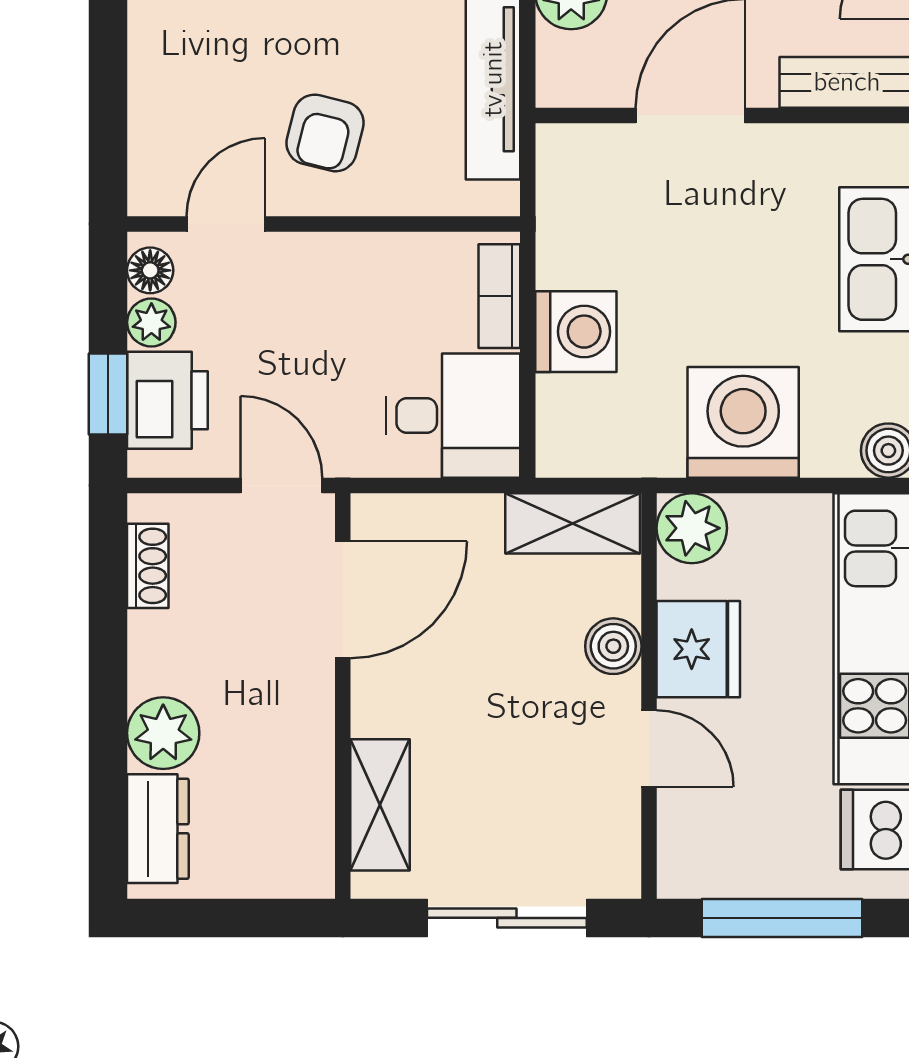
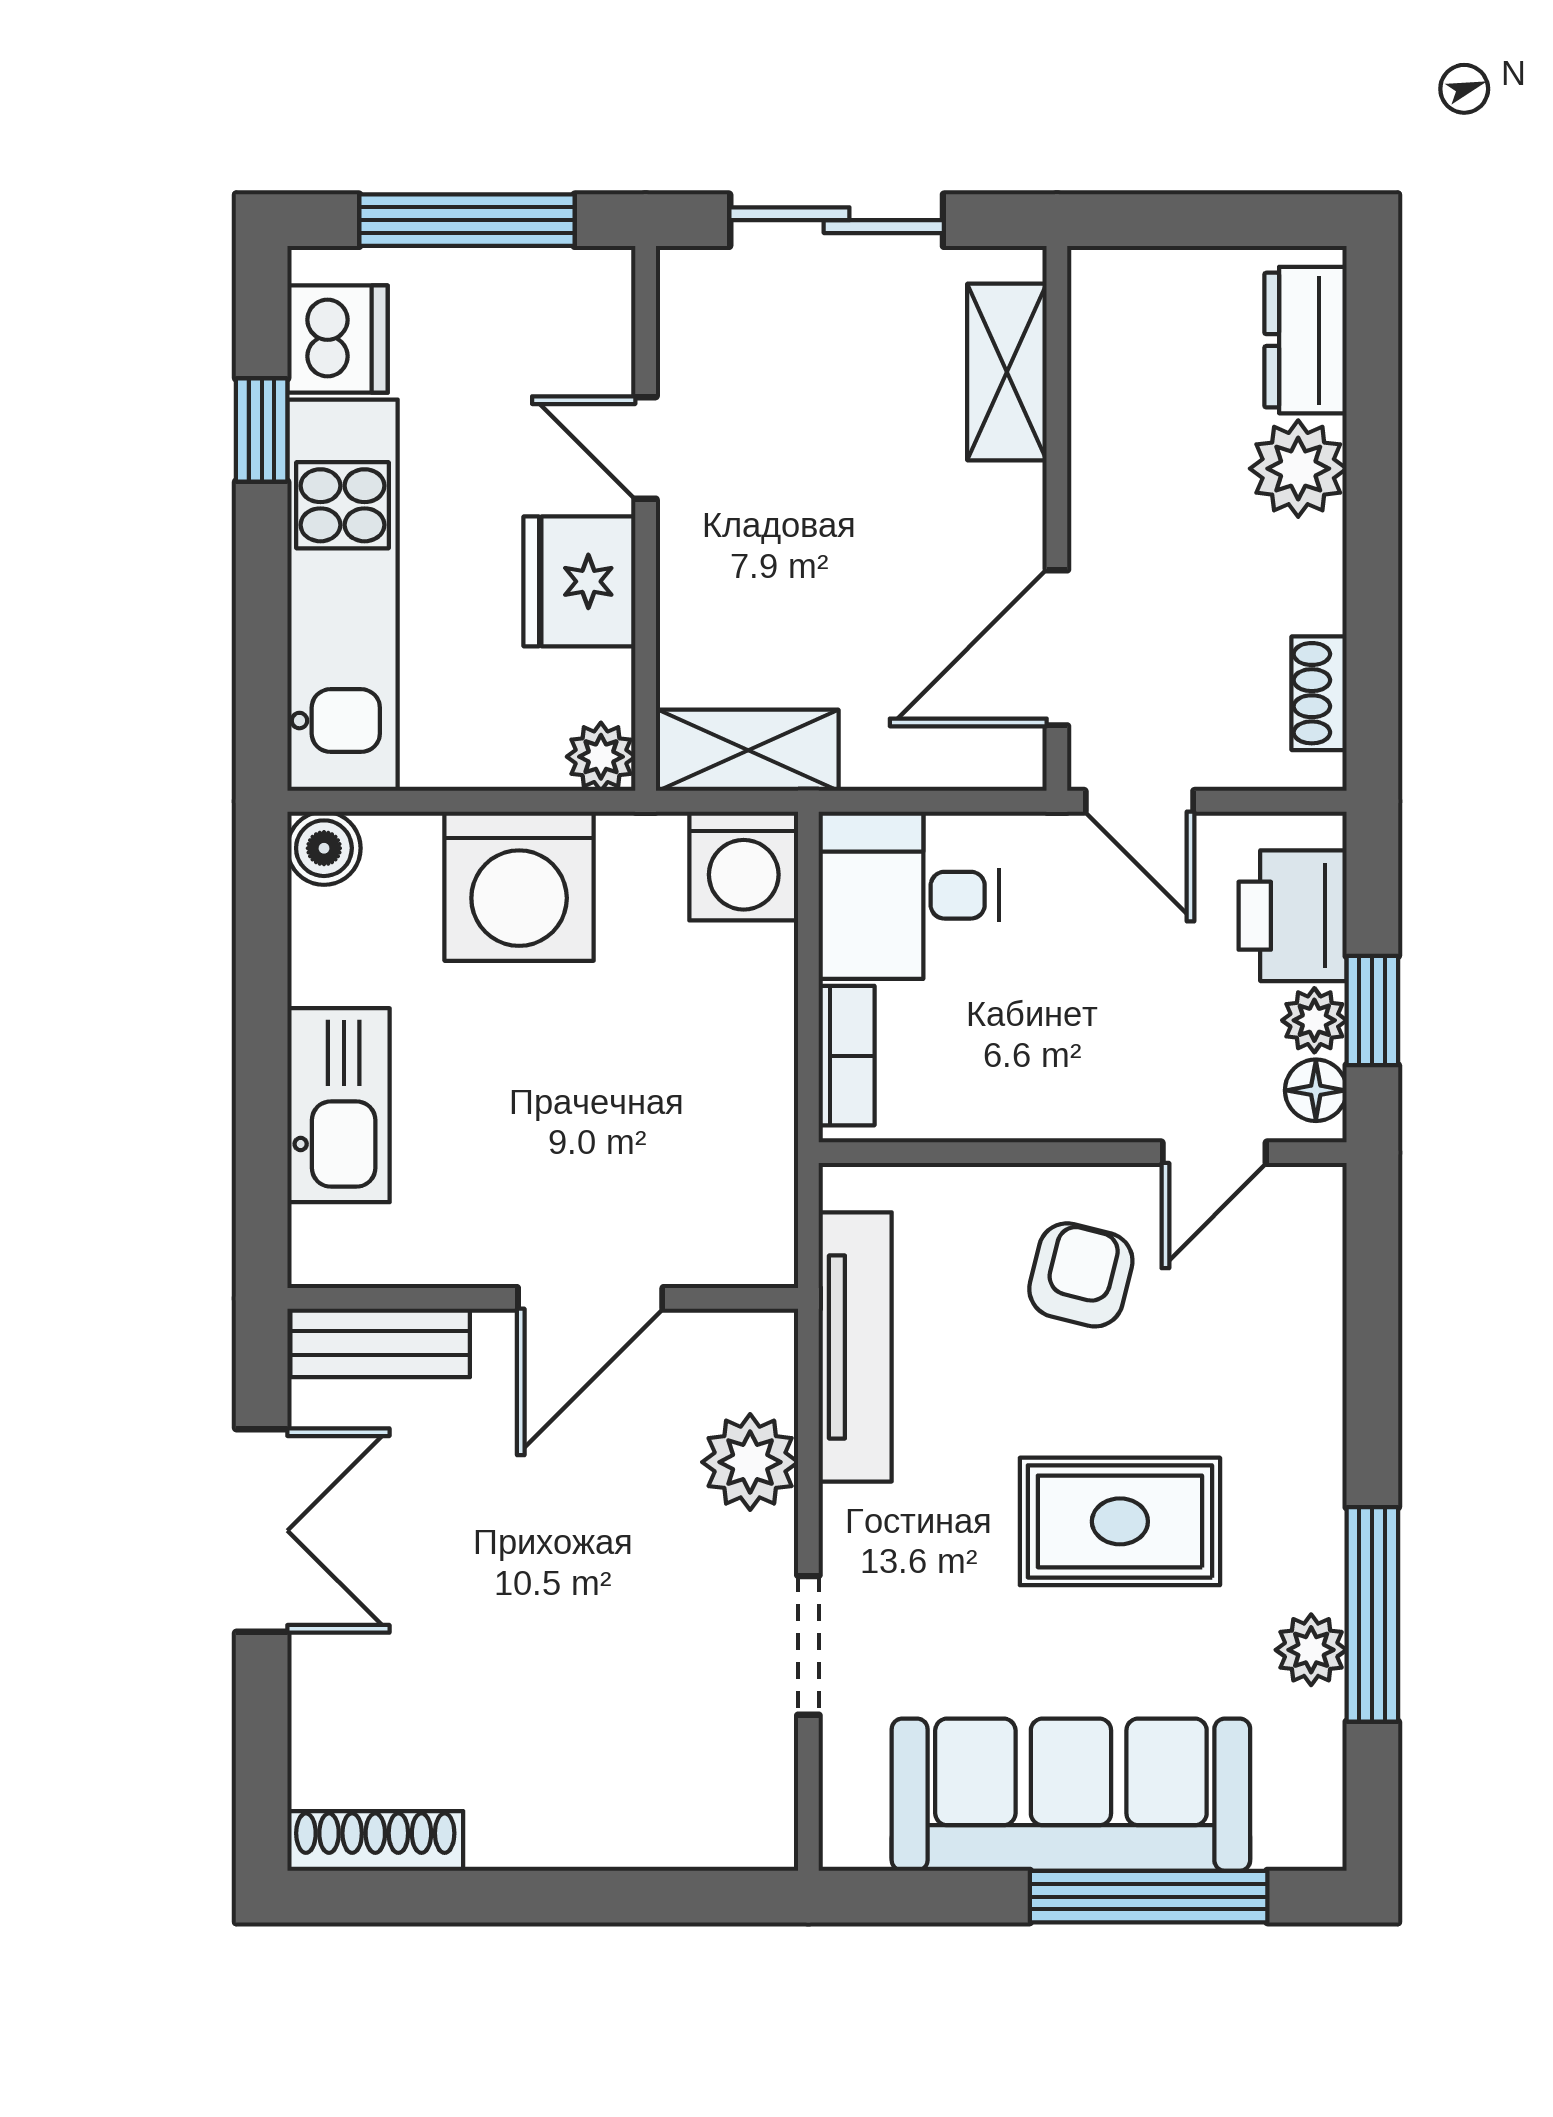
washing machine: (576, 332) -> (744, 866), moved, turned -90
window: (108, 394) -> (1372, 1011), moved
plant: (692, 528) -> (601, 757), width x0.73, depth x0.73
boiler: (613, 646) -> (693, 585), removed

